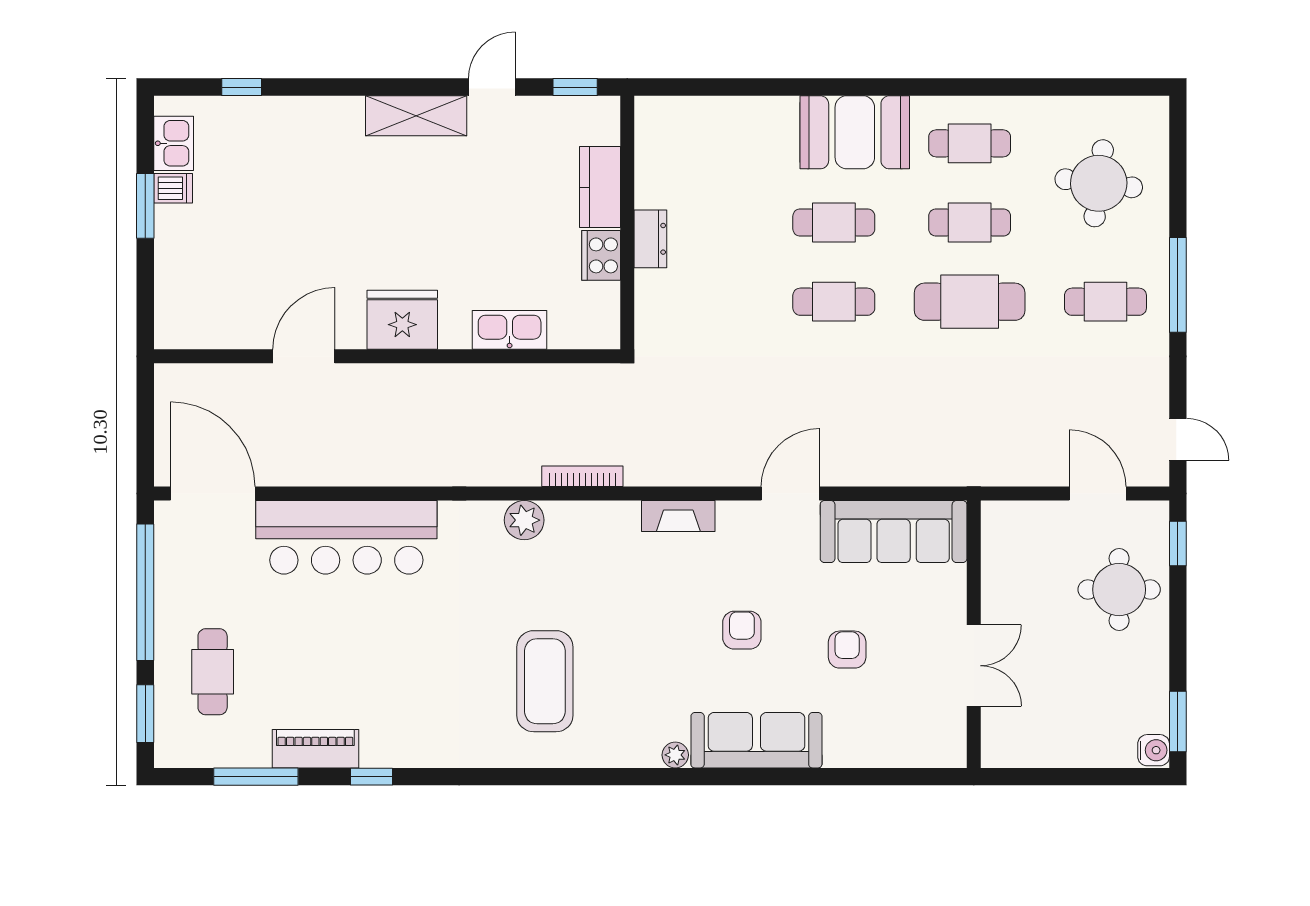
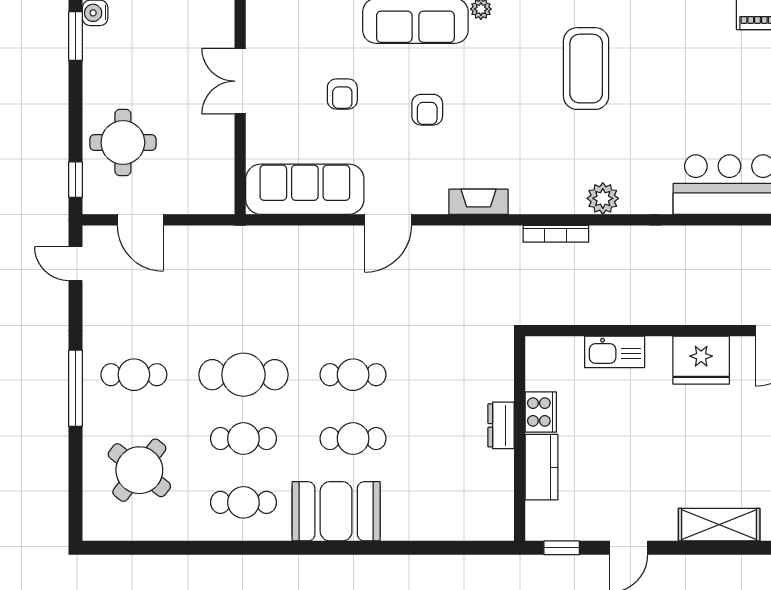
shelving: (416, 116) -> (719, 525), moved
round table: (1099, 183) -> (139, 470), turned 31

